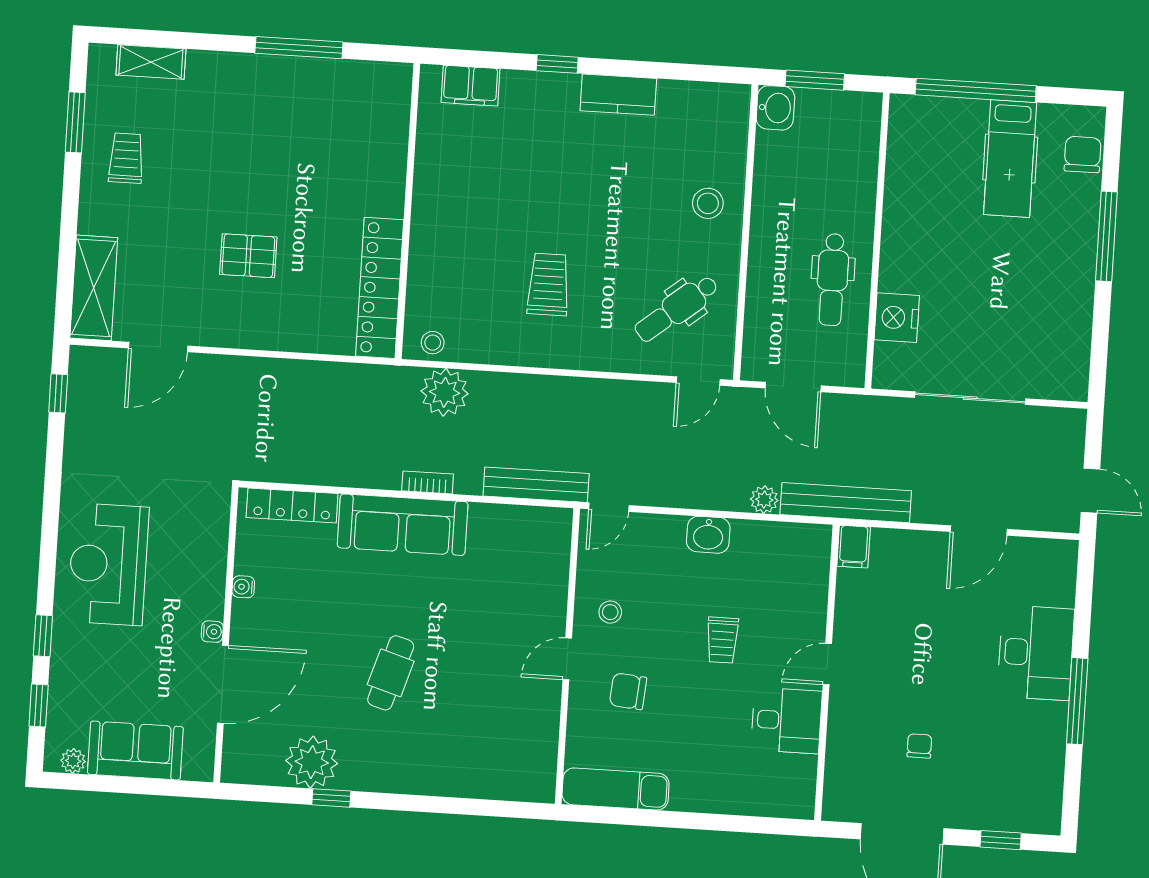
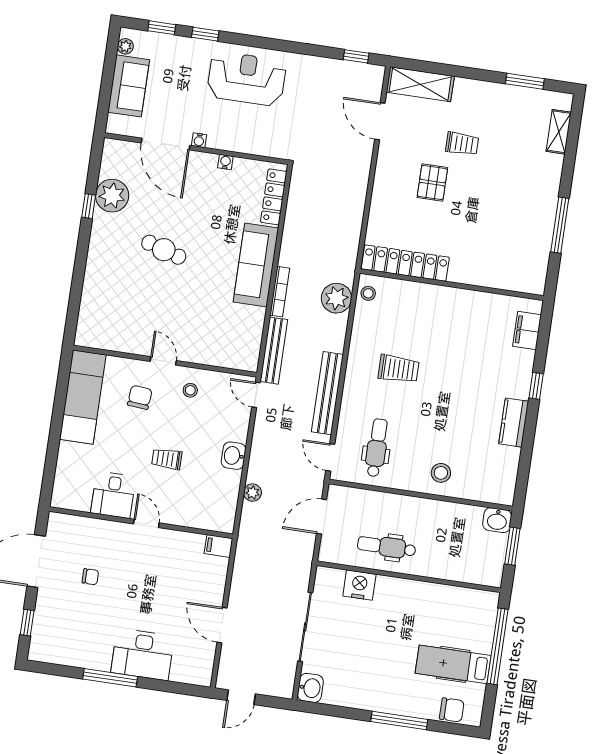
trolley: (126, 158) -> (462, 144), moved
dental chair: (676, 309) -> (377, 448), turned 39
washbasin: (1067, 382) -> (310, 688), added
bookcase: (428, 482) -> (280, 292), width x1.56
bench: (846, 503) -> (327, 393), moved
exam couch: (616, 789) -> (83, 397), width x1.36, depth x1.45

